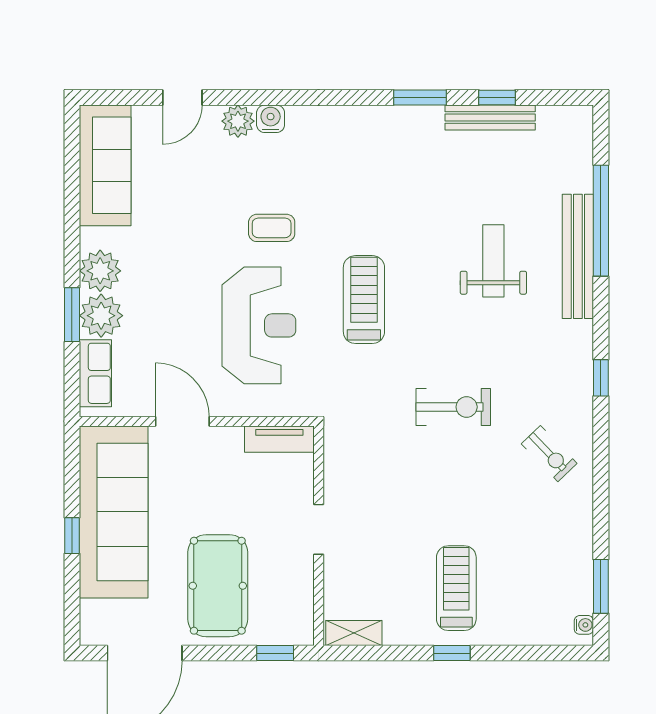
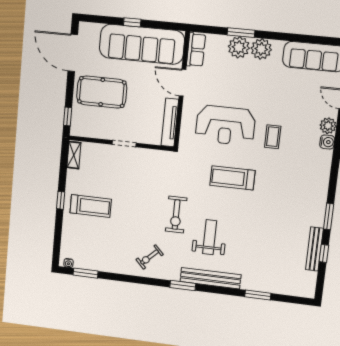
window: (601, 221) -> (258, 295), width x0.47
bench: (578, 256) -> (210, 278), moved
weight bench: (493, 261) -> (210, 237), moved, turned -90
treadmill: (364, 300) -> (232, 178), turned 180
row of seats: (95, 373) -> (196, 50), moved, turned -90
window: (601, 378) -> (183, 285), width x1.50
door: (182, 421) -> (182, 83), swing flipped
tv unit: (279, 439) -> (170, 123), width x1.41

